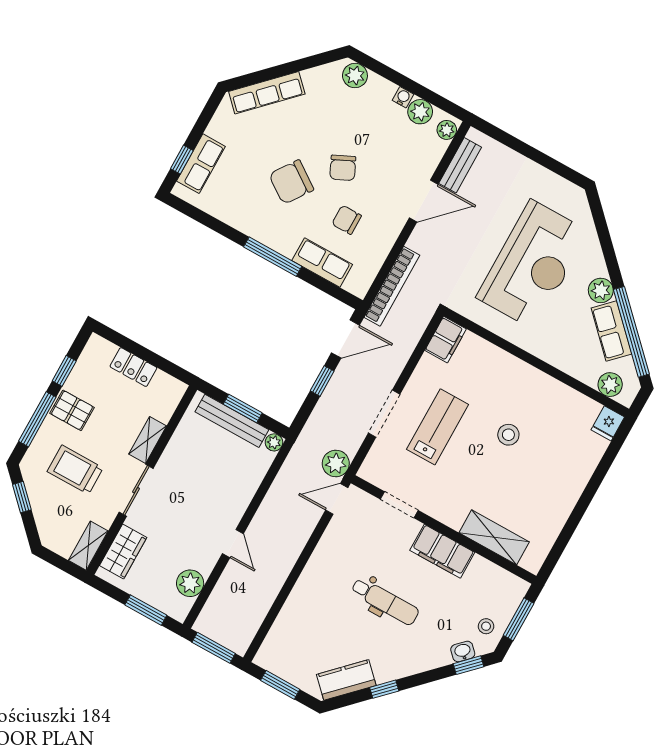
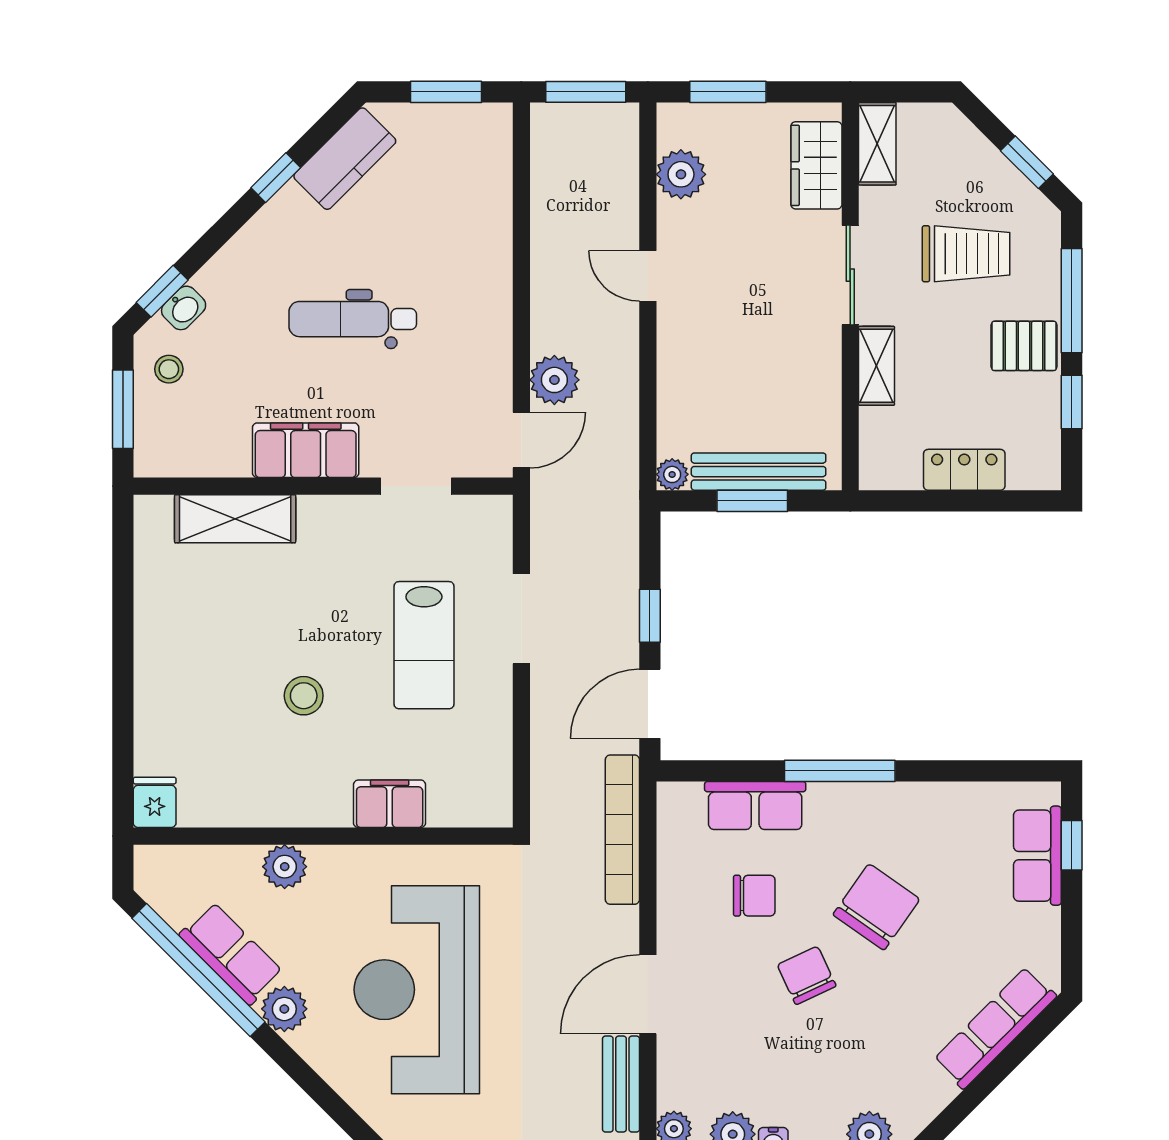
filing cabinet: (446, 340) -> (390, 804), moved, turned 90
plant: (610, 385) -> (285, 867), moved
plant: (336, 463) -> (554, 380), moved

